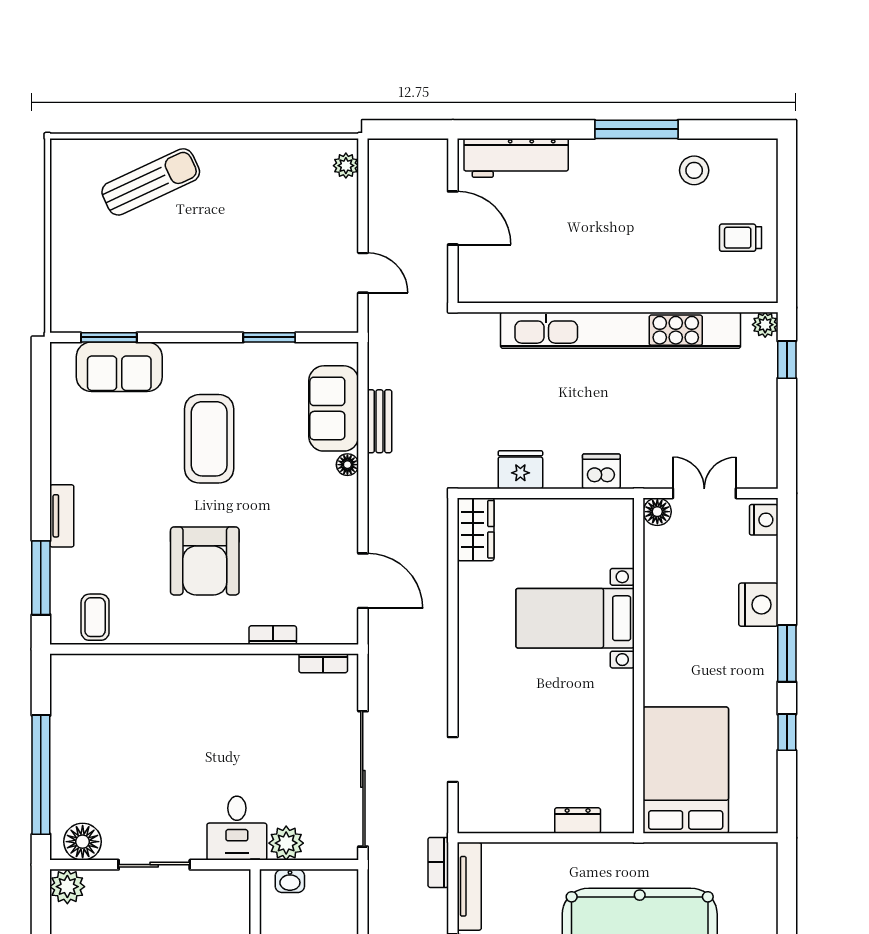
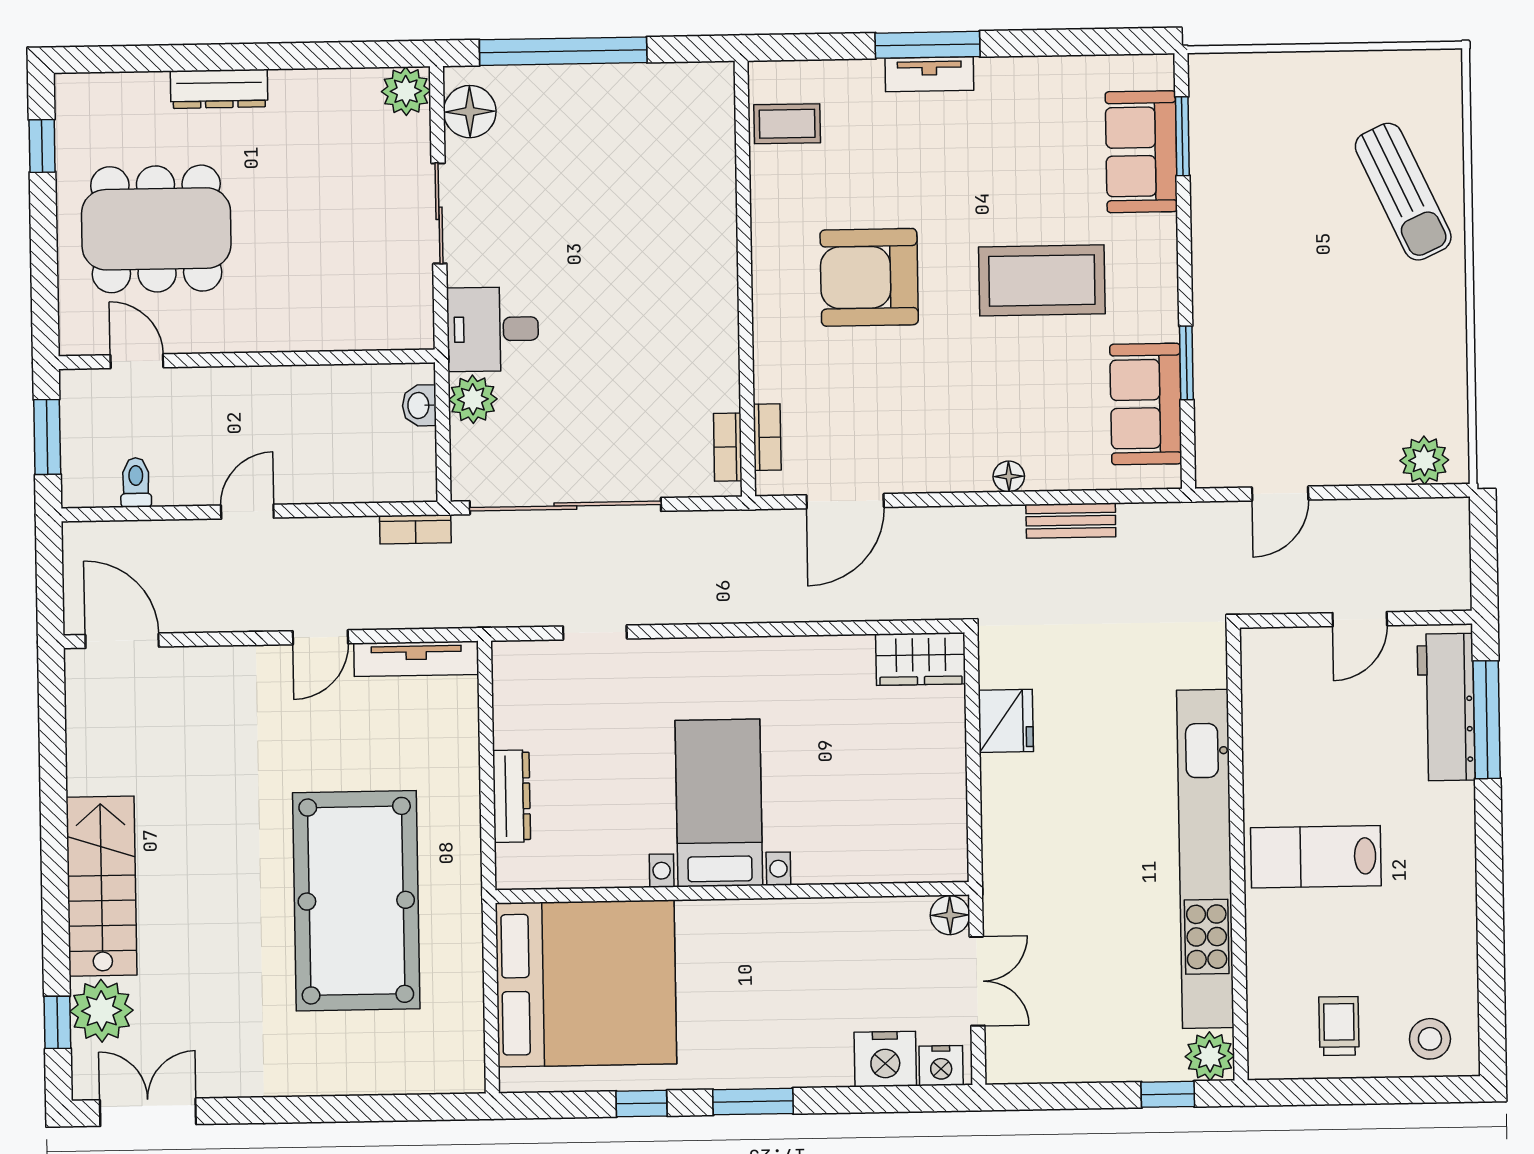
window: (636, 129) -> (1487, 720), moved
plant: (346, 166) -> (1424, 460), width x1.38, depth x1.38
stool: (694, 170) -> (1430, 1039), moved
door: (453, 218) -> (1360, 619), width x0.73
lab bench: (620, 252) -> (1316, 857), added
plant: (765, 325) -> (1210, 1056), width x1.38, depth x1.38
sofa: (334, 408) -> (1146, 404), moved, turned -90
dishwasher: (601, 471) -> (1006, 835), removed
window: (41, 578) -> (928, 45), moved
nightstand: (758, 605) -> (885, 1059), moved
bed with nightstands: (575, 618) -> (719, 803), moved
bookcase: (273, 635) -> (767, 437), moved
bed: (686, 770) -> (586, 983), width x1.36
dresser: (578, 820) -> (512, 796), width x1.44
bookcase: (438, 862) -> (415, 529), moved, turned 180

